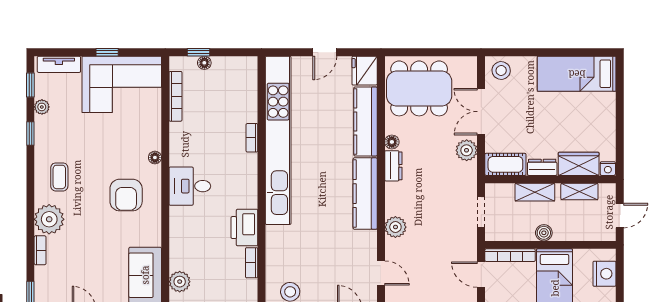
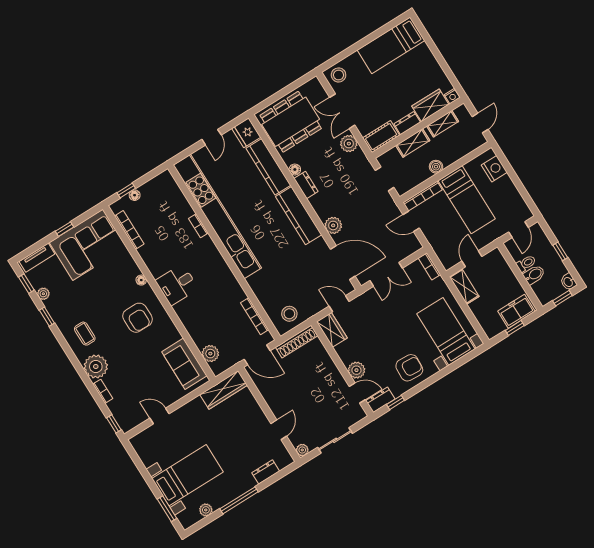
printer: (244, 228) -> (231, 290), removed
bookcase: (252, 263) -> (255, 316), width x1.56
door: (381, 273) -> (343, 263), width x1.87

